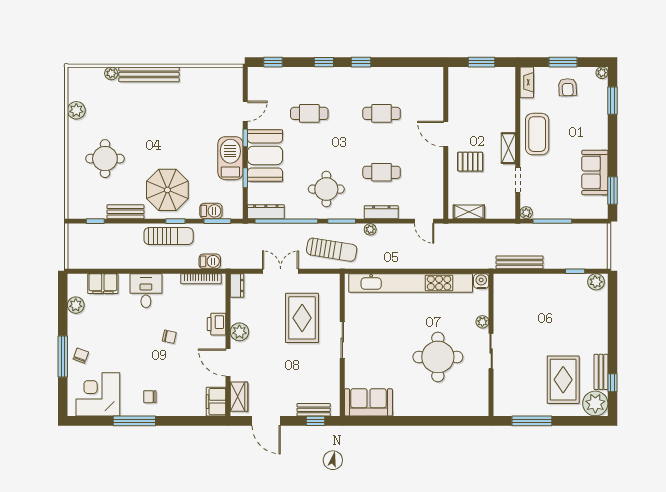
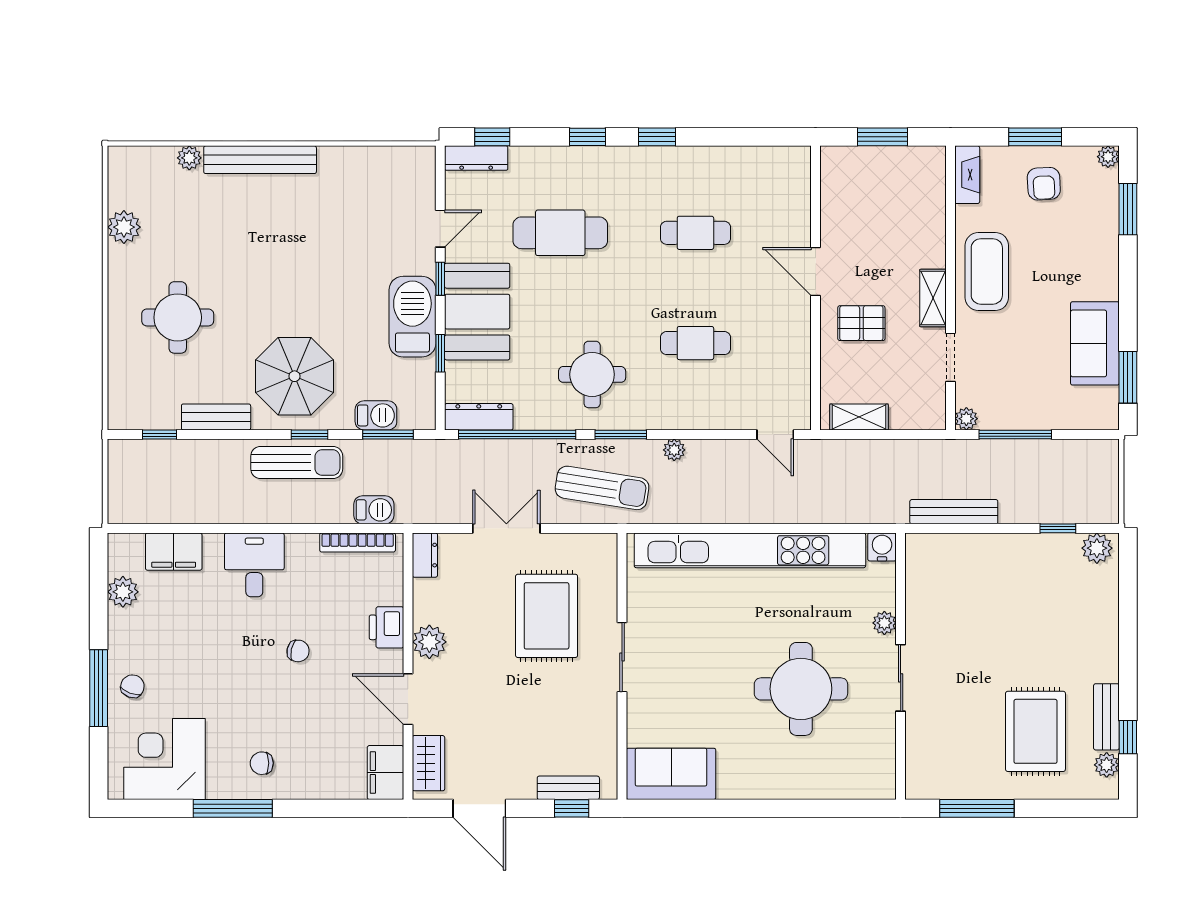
cafe table: (309, 113) -> (560, 233), width x1.37, depth x1.35
dresser: (381, 212) -> (476, 158), moved, turned 180
plant: (595, 403) -> (1107, 765), width x0.53, depth x0.53

